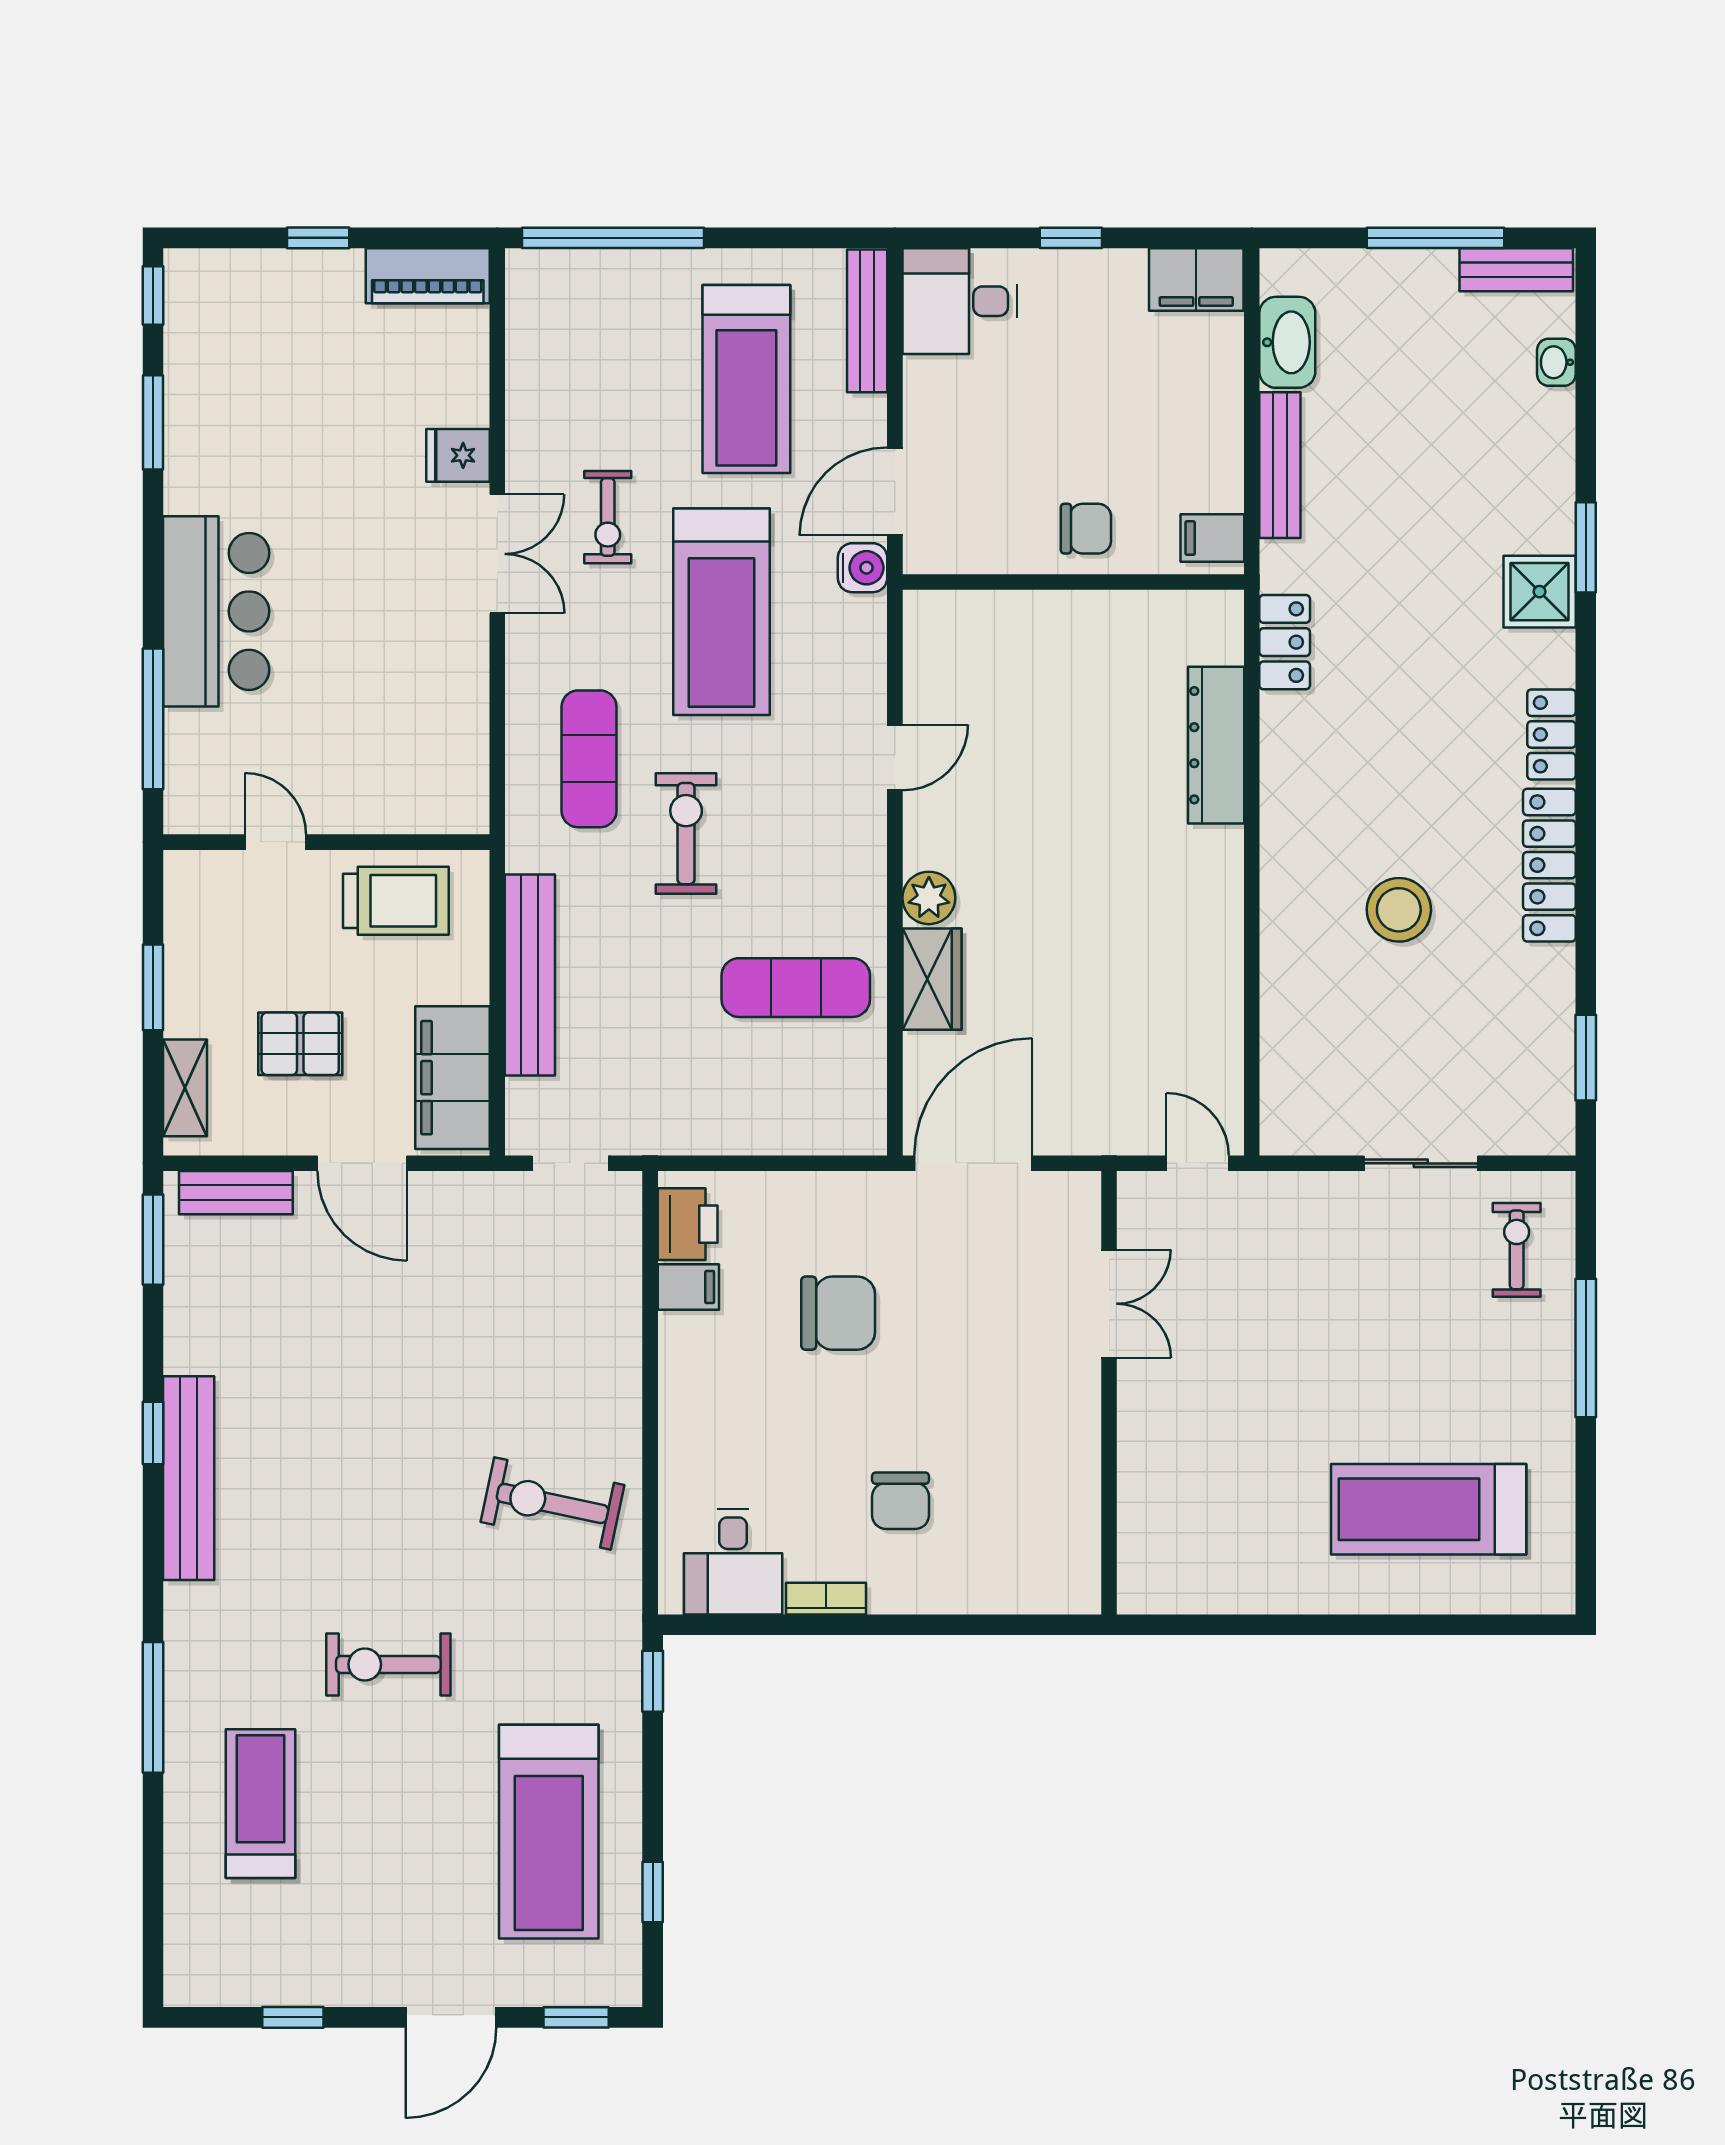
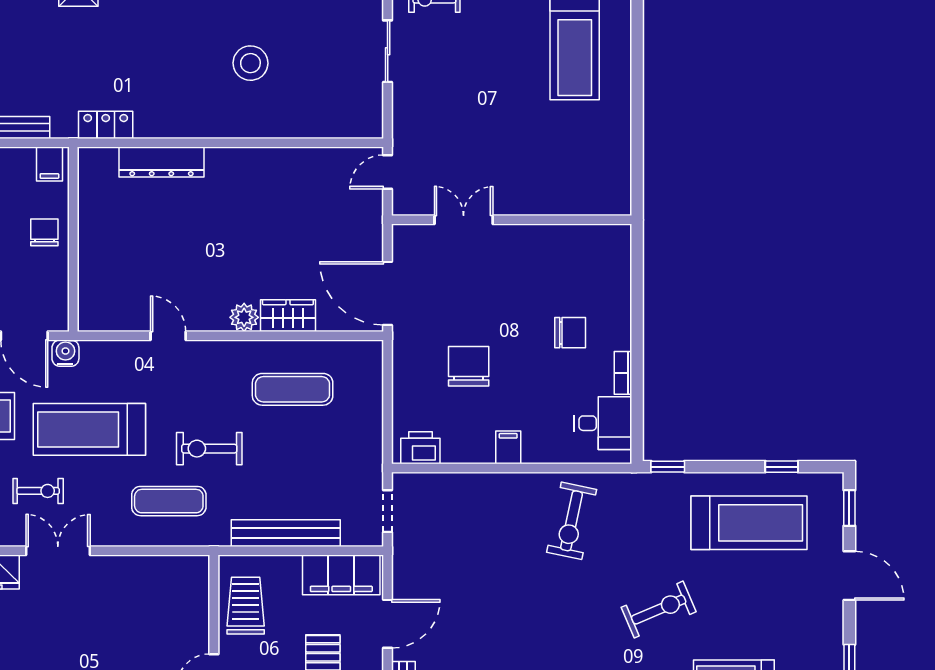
treadmill: (721, 612) -> (89, 429), turned 180
exercise mat: (796, 988) -> (293, 389), turned 90
filing cabinet: (688, 1287) -> (508, 447), moved
exercise bike: (388, 1664) -> (659, 610), turned -113

